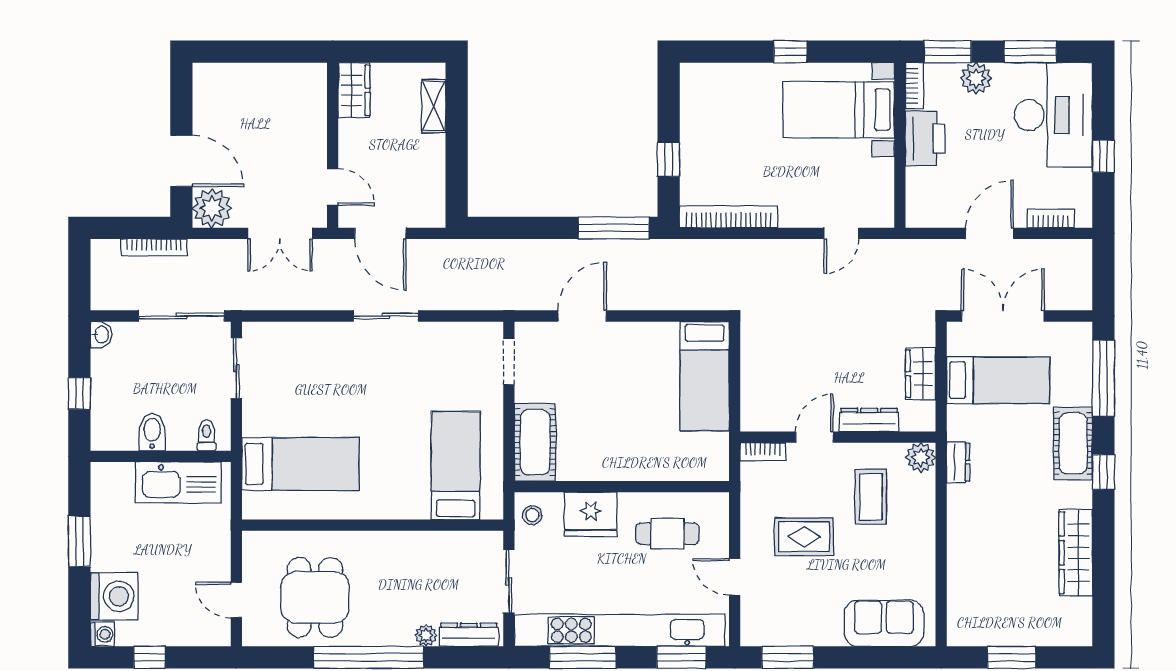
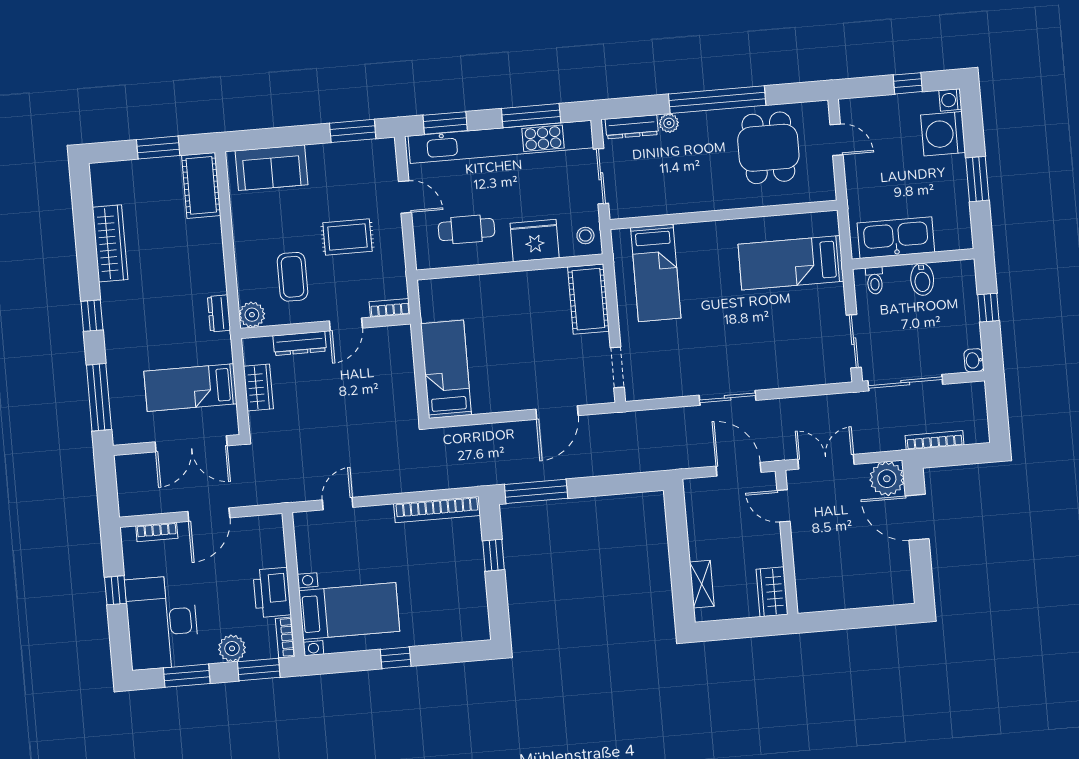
cot: (1073, 443) -> (201, 185), moved

